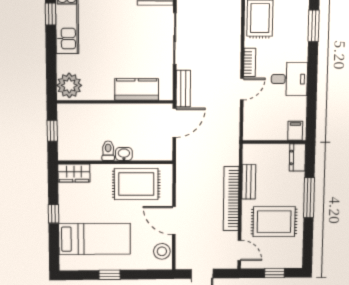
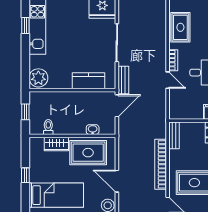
door: (242, 89) -> (168, 80), hinge flipped
toilet: (108, 151) -> (48, 127), moved
washbasin: (124, 154) -> (93, 130), moved
wardrobe: (74, 173) -> (56, 144), moved
bench: (249, 182) -> (174, 135), moved

